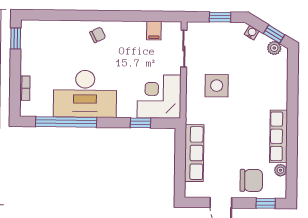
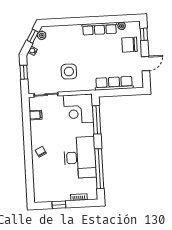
window: (16, 38) -> (59, 205), moved
window: (141, 123) -> (97, 120), width x2.17
chair: (251, 180) -> (130, 45), turned -90

